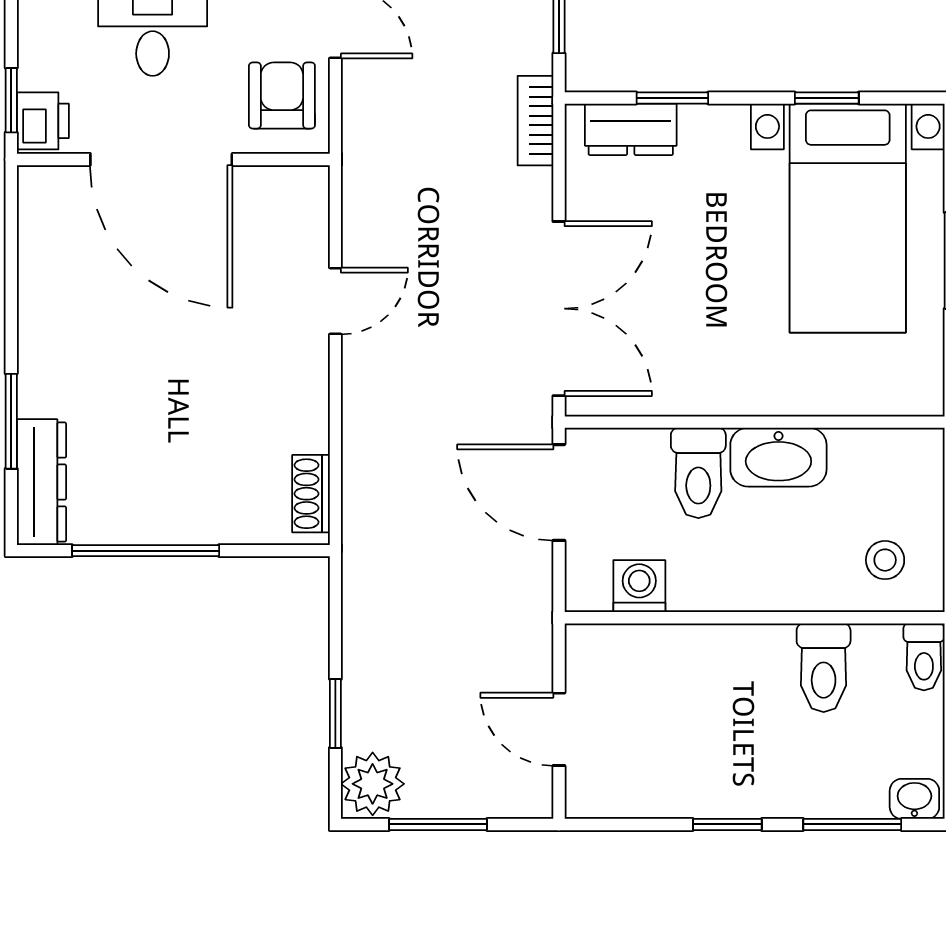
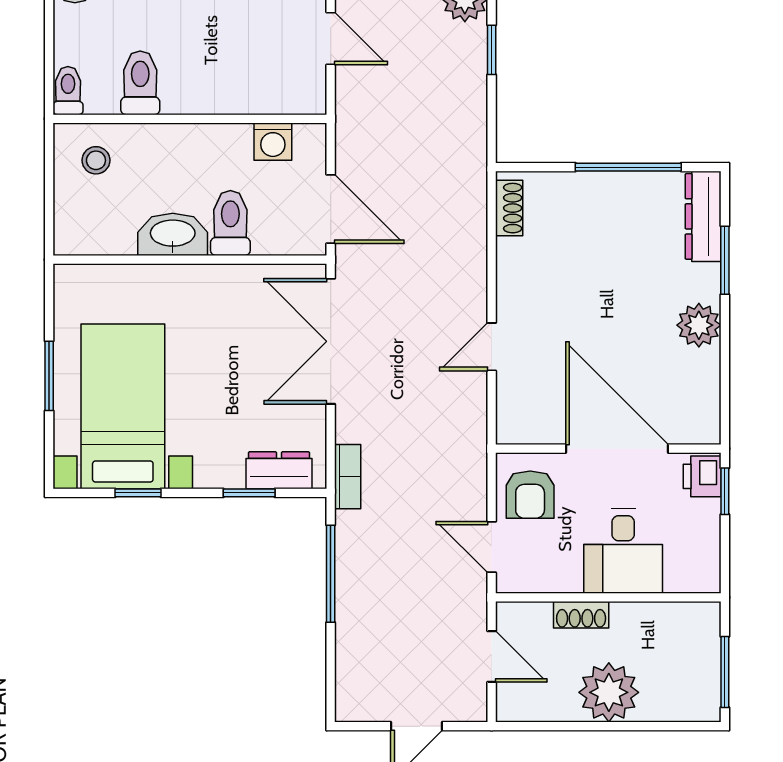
plant: (47, 331) -> (699, 325), added

